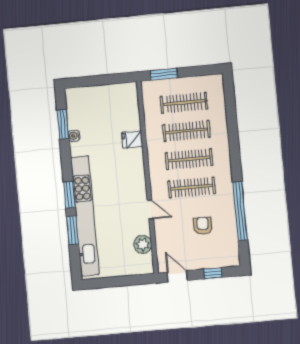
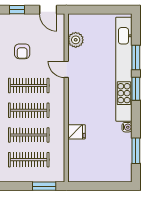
water cooler: (74, 136) -> (127, 127), moved

